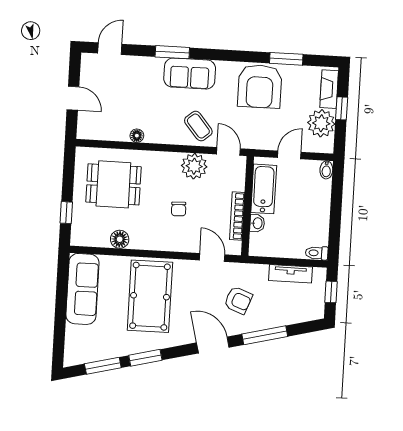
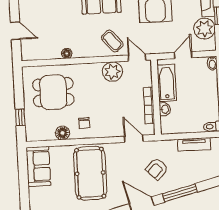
chair: (179, 209) -> (84, 123), moved
sofa: (82, 289) -> (38, 166), width x0.73
armchair: (238, 300) -> (157, 169), turned 113

